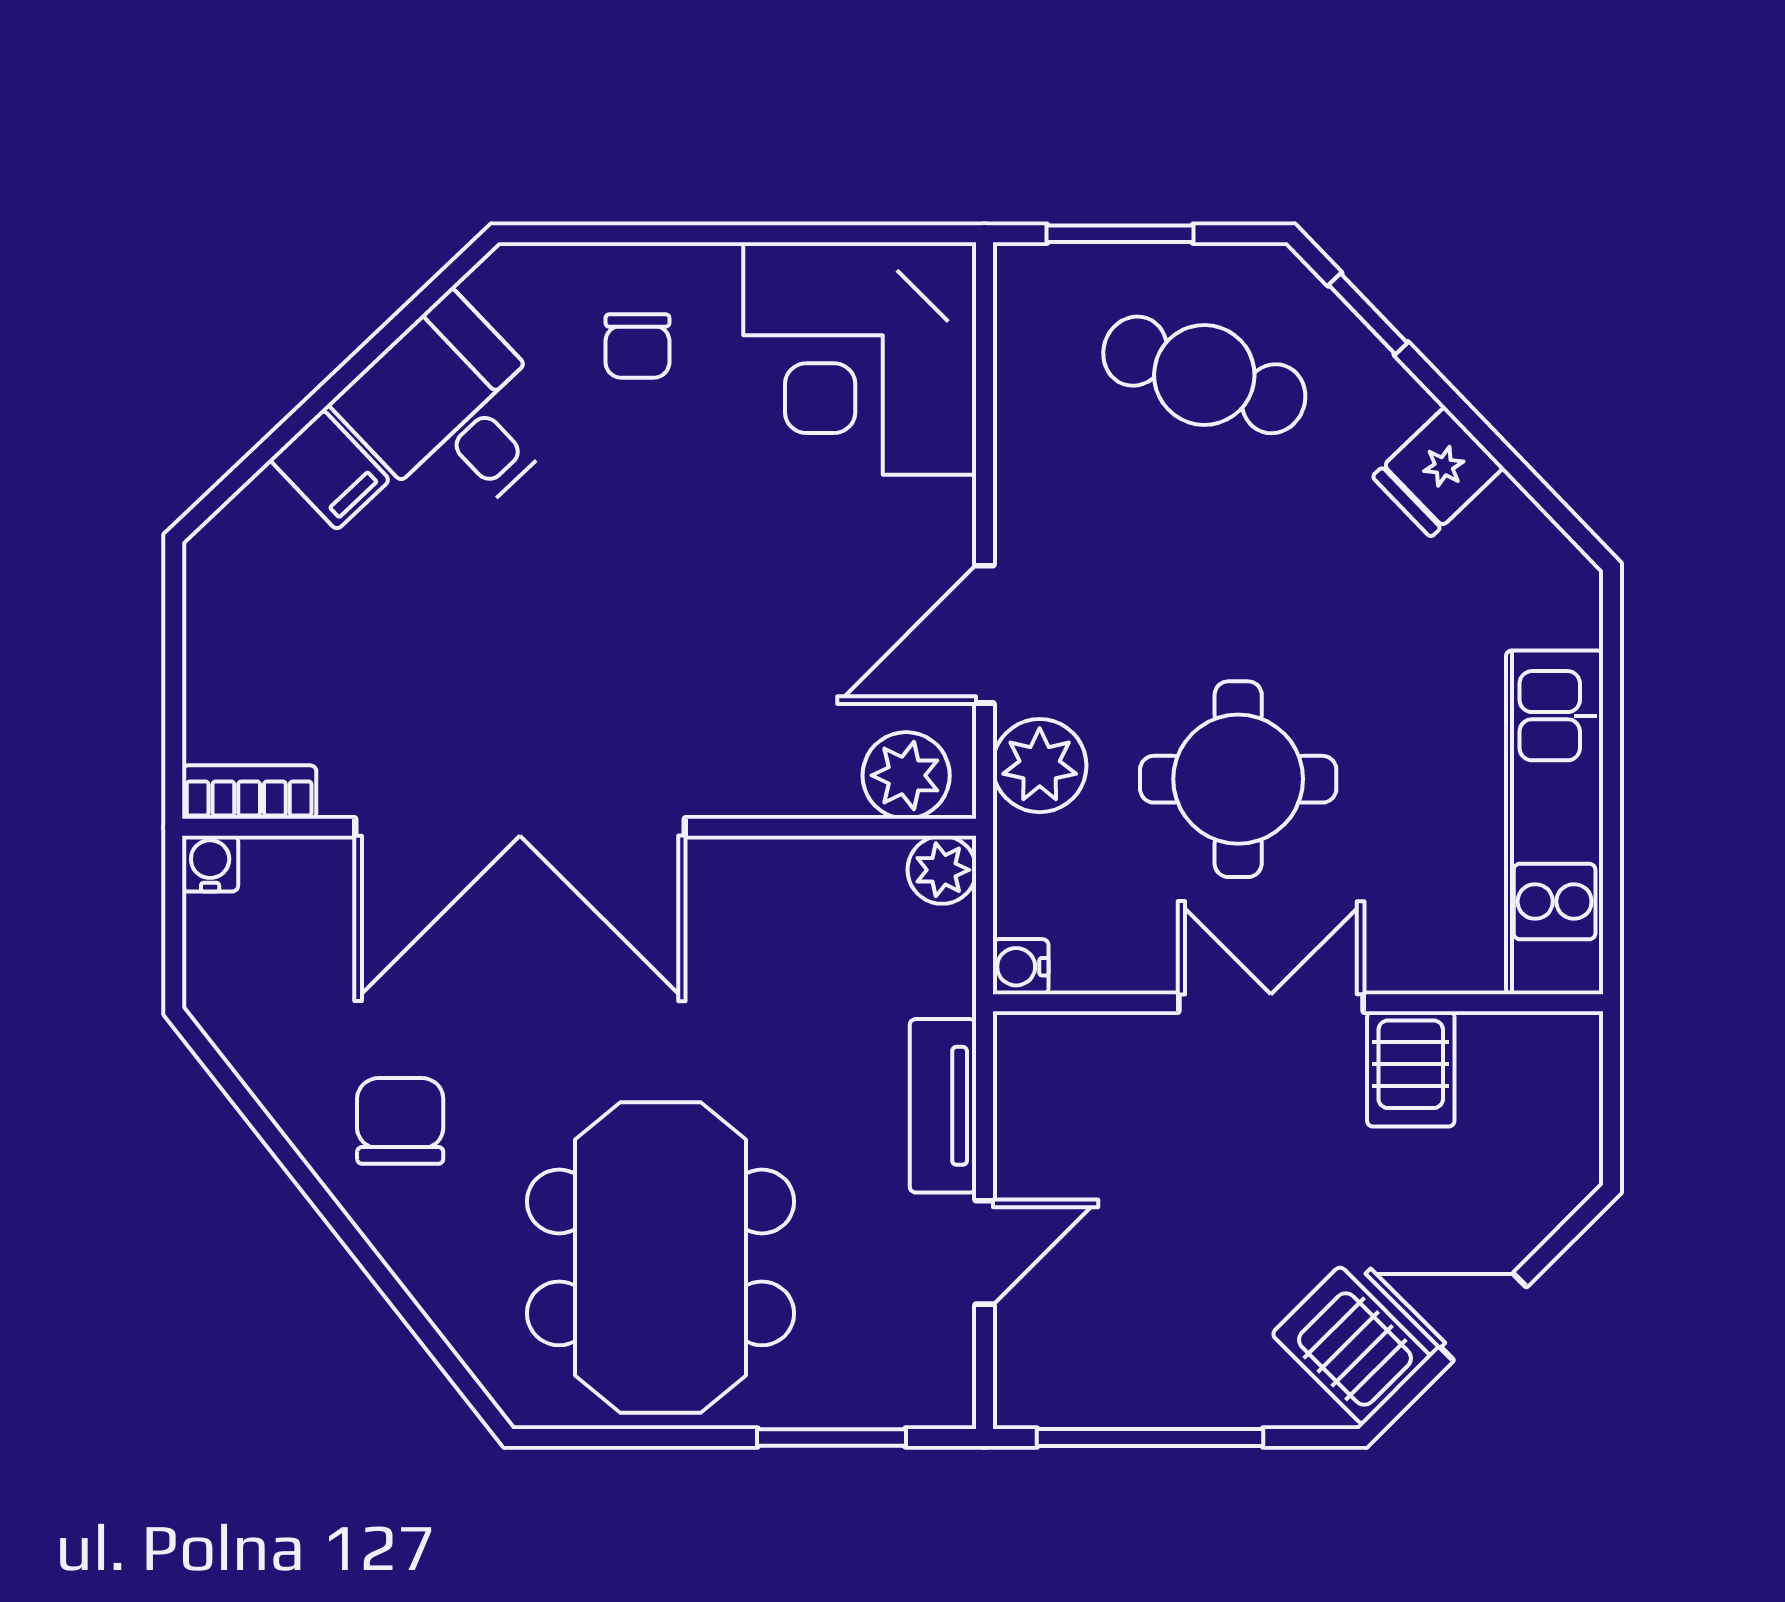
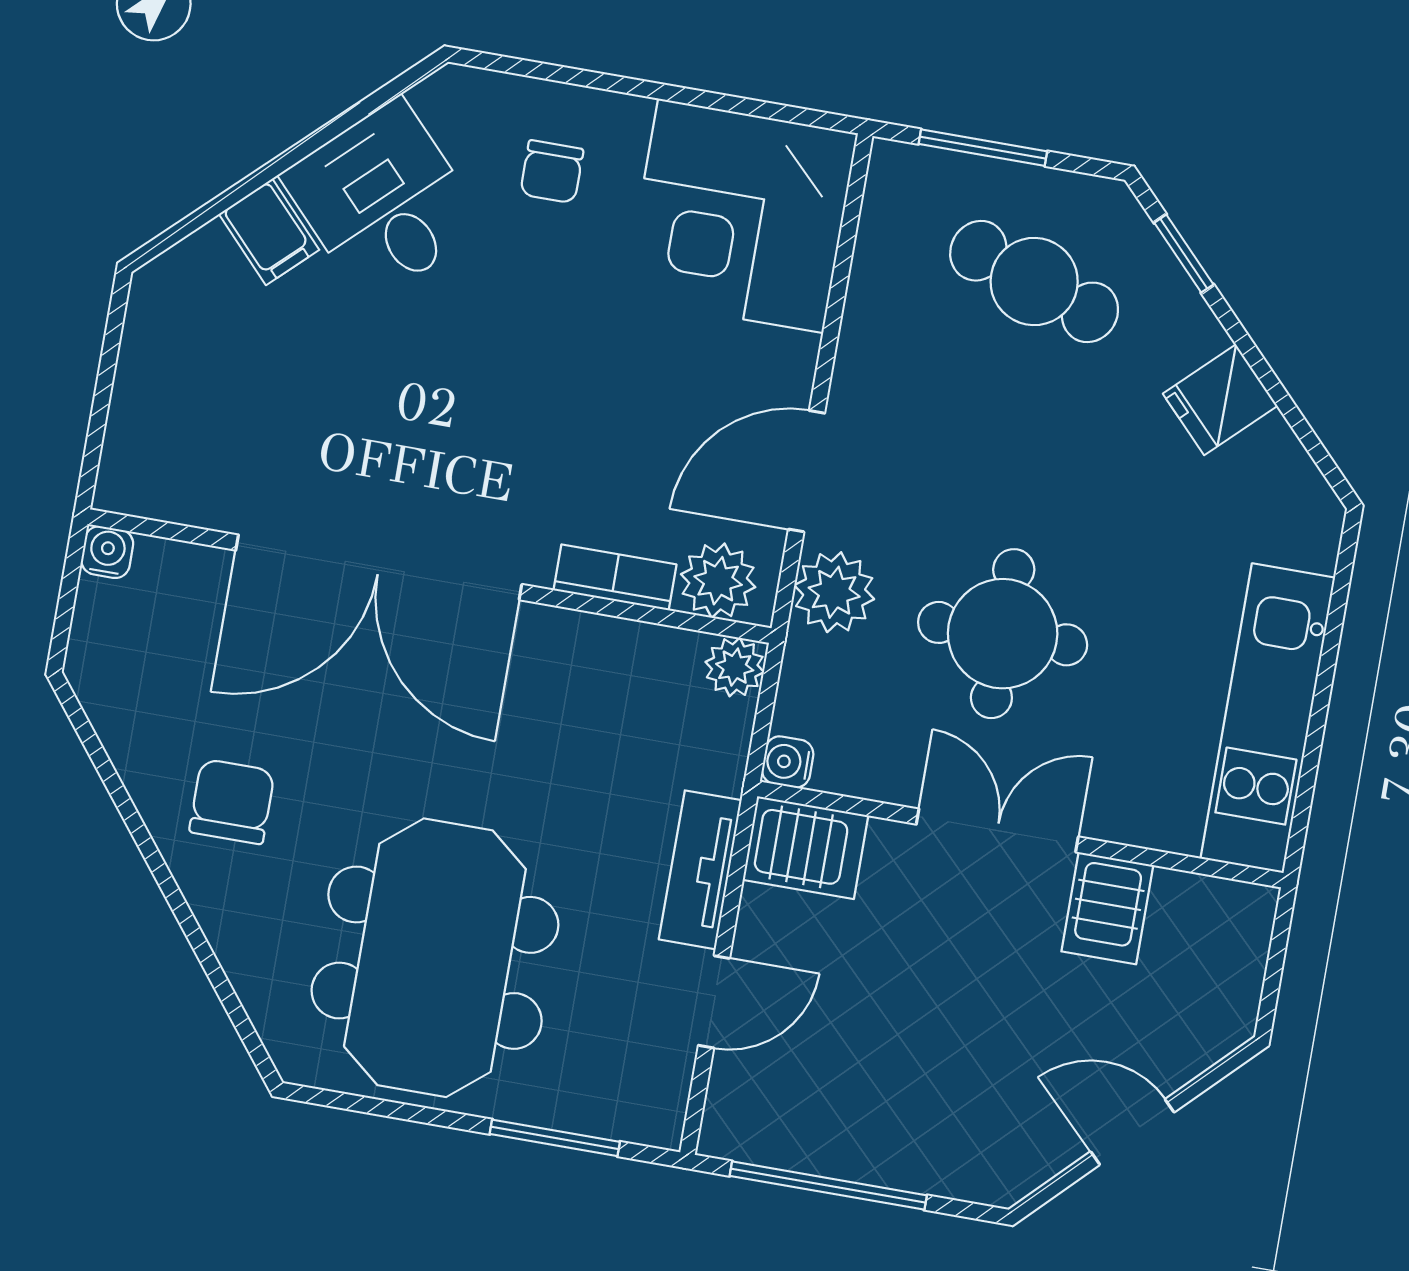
bookcase: (249, 792) -> (615, 577), moved
server rack: (1351, 1345) -> (806, 848), moved, turned 135

